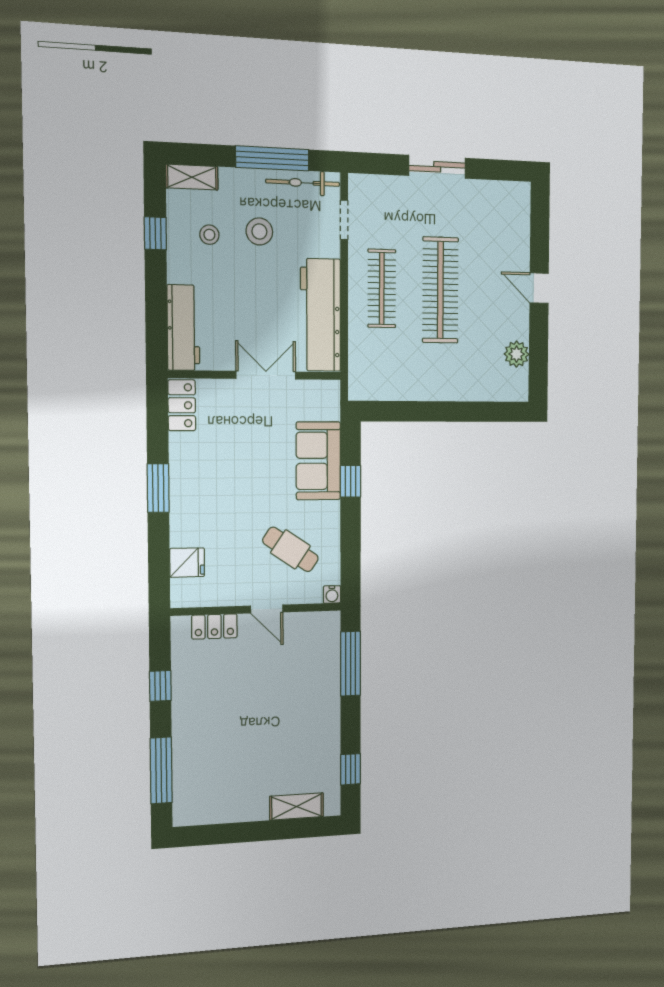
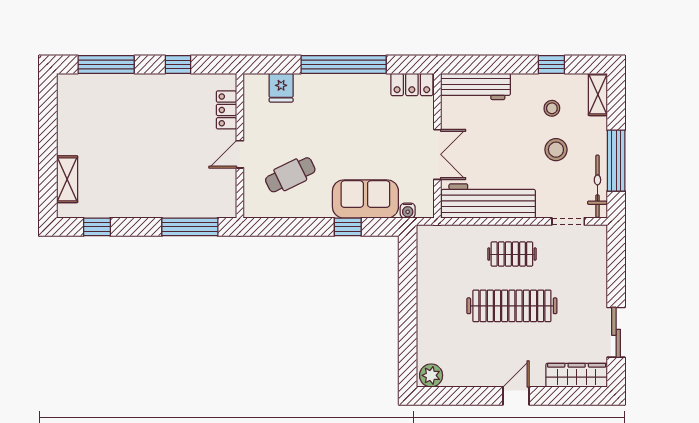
sliding door: (437, 167) -> (616, 332), moved
wardrobe: (517, 217) -> (577, 375), added
clothes rail: (382, 288) -> (512, 254), width x0.73
plant: (517, 354) -> (431, 375), moved
window: (158, 488) -> (344, 65), width x2.11
cafe table: (290, 549) -> (290, 175), turned 30
water cooler: (332, 594) -> (408, 211), moved, turned -90

